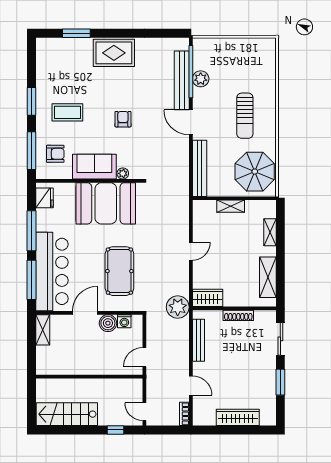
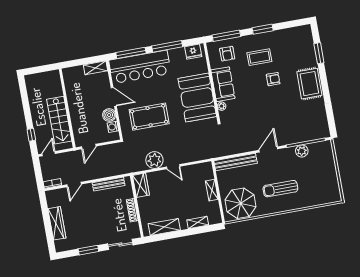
bench: (182, 80) -> (298, 137), removed
coffee table: (67, 112) -> (259, 57), turned 90
armchair: (123, 119) -> (273, 79), moved
plant: (178, 307) -> (154, 160), moved
door: (144, 357) -> (89, 146), swing flipped
stairs: (67, 414) -> (59, 120), moved, turned 180

